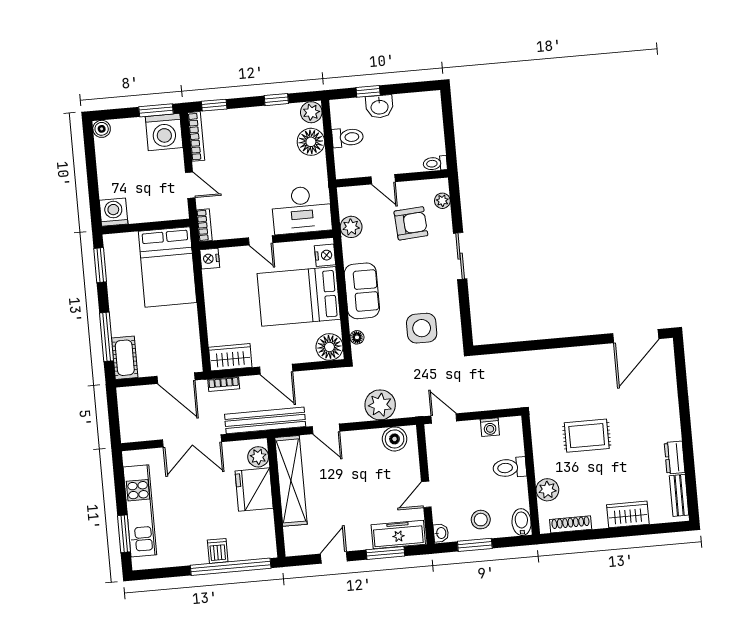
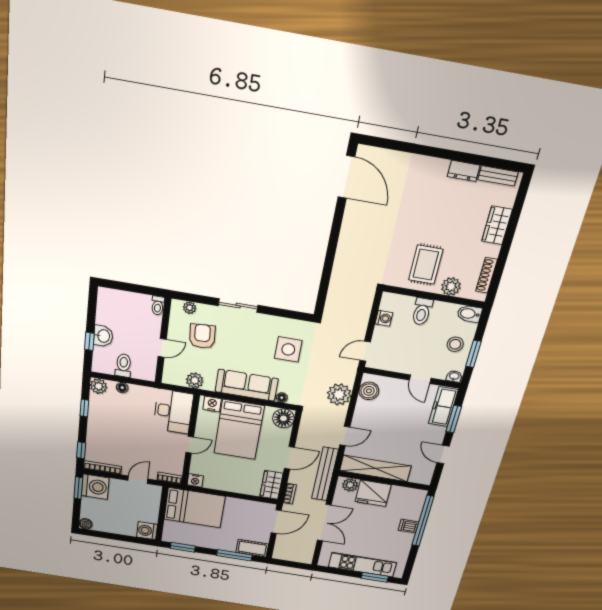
floor lamp: (311, 142) -> (122, 388), width x0.53, depth x0.53
sofa: (362, 291) -> (247, 385), width x1.36
rug: (587, 436) -> (426, 265), moved

